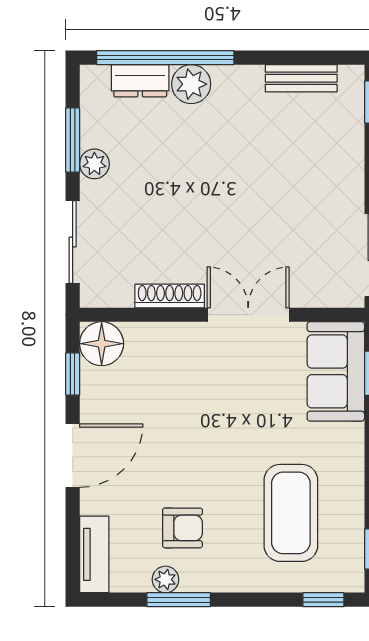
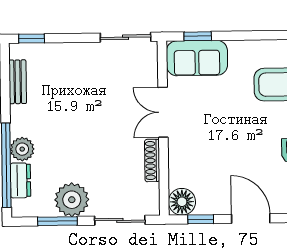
plant: (94, 164) -> (72, 200), width x1.87, depth x1.87

